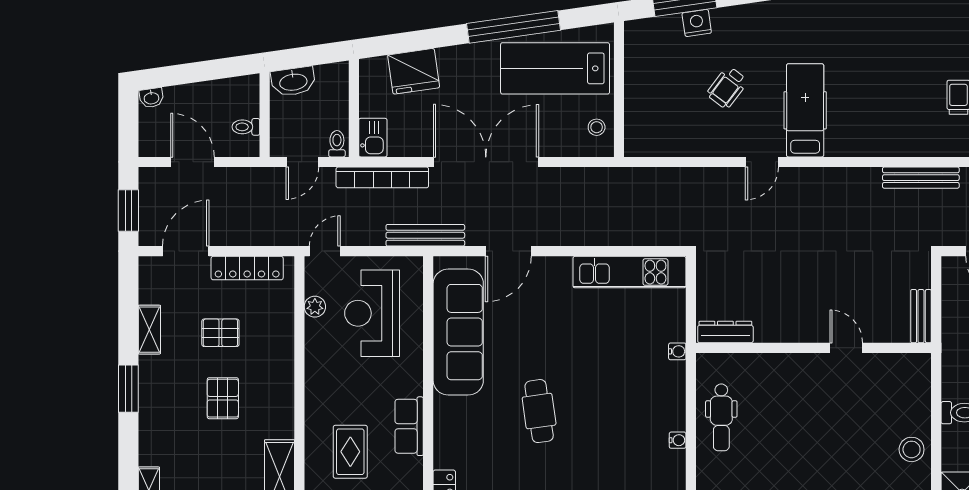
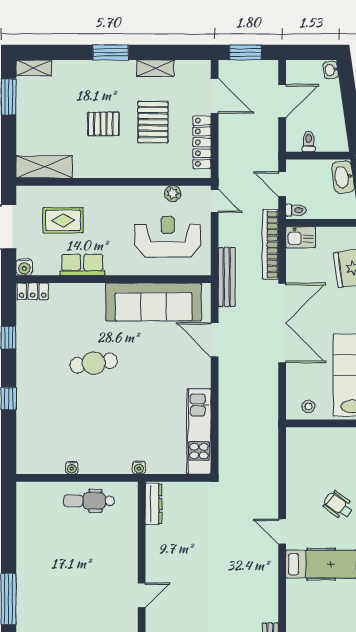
pallet: (220, 333) -> (153, 122), width x1.50, depth x1.42

